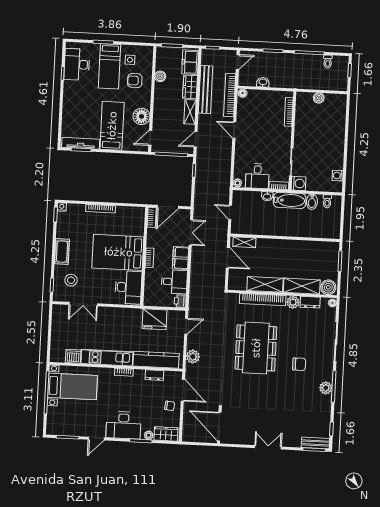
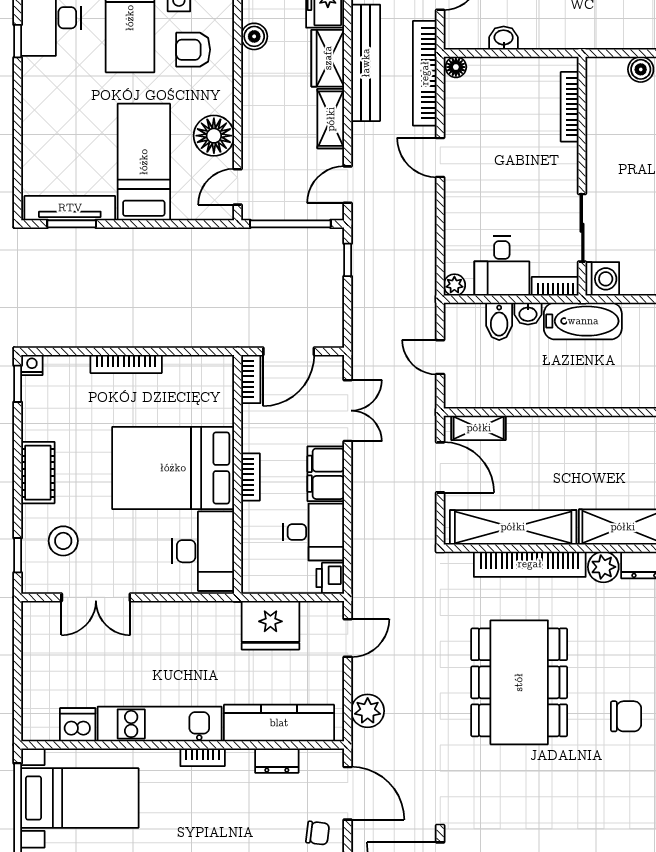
bidet: (312, 202) -> (499, 321), moved
shelving: (265, 284) -> (513, 527), width x1.47

